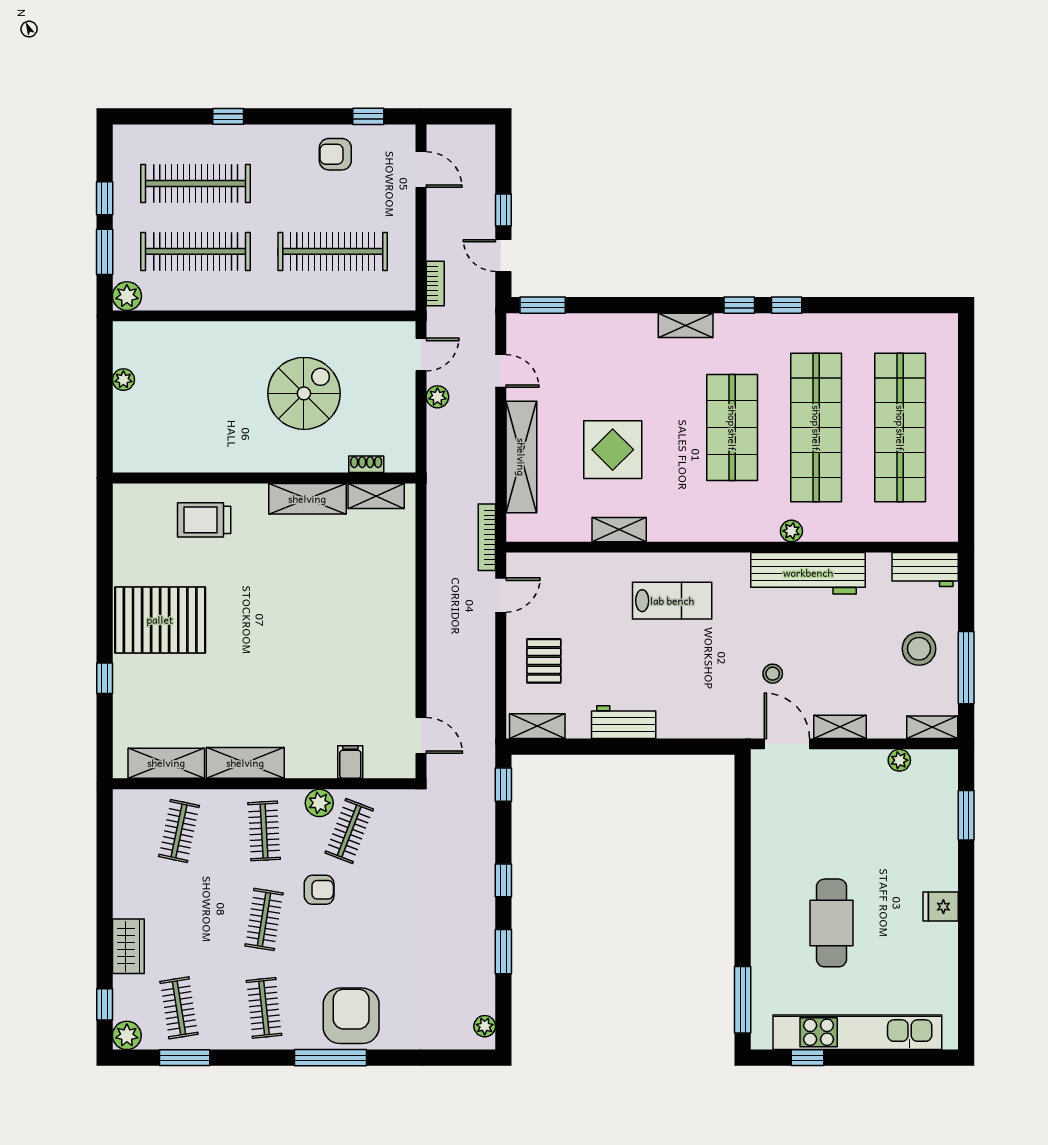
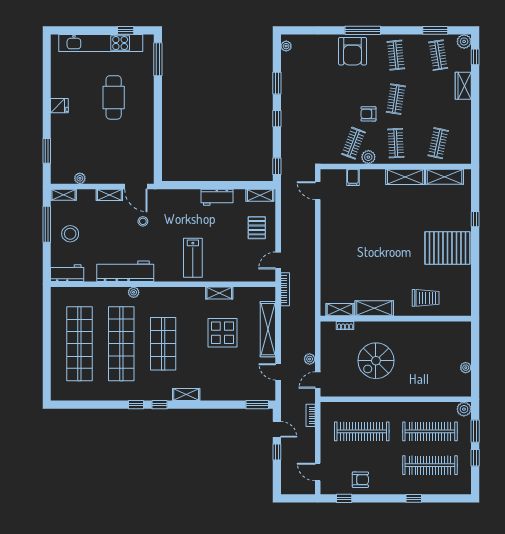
lab bench: (672, 601) -> (193, 258), turned -90

